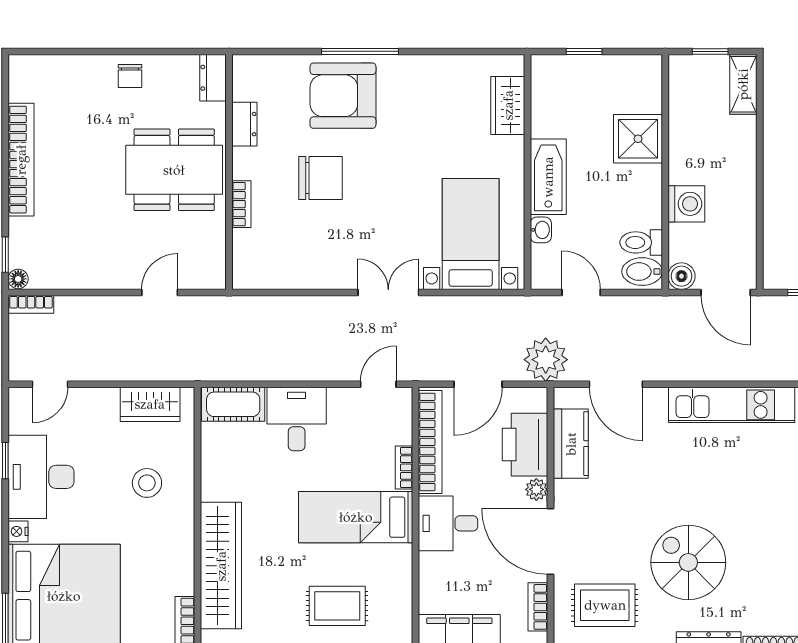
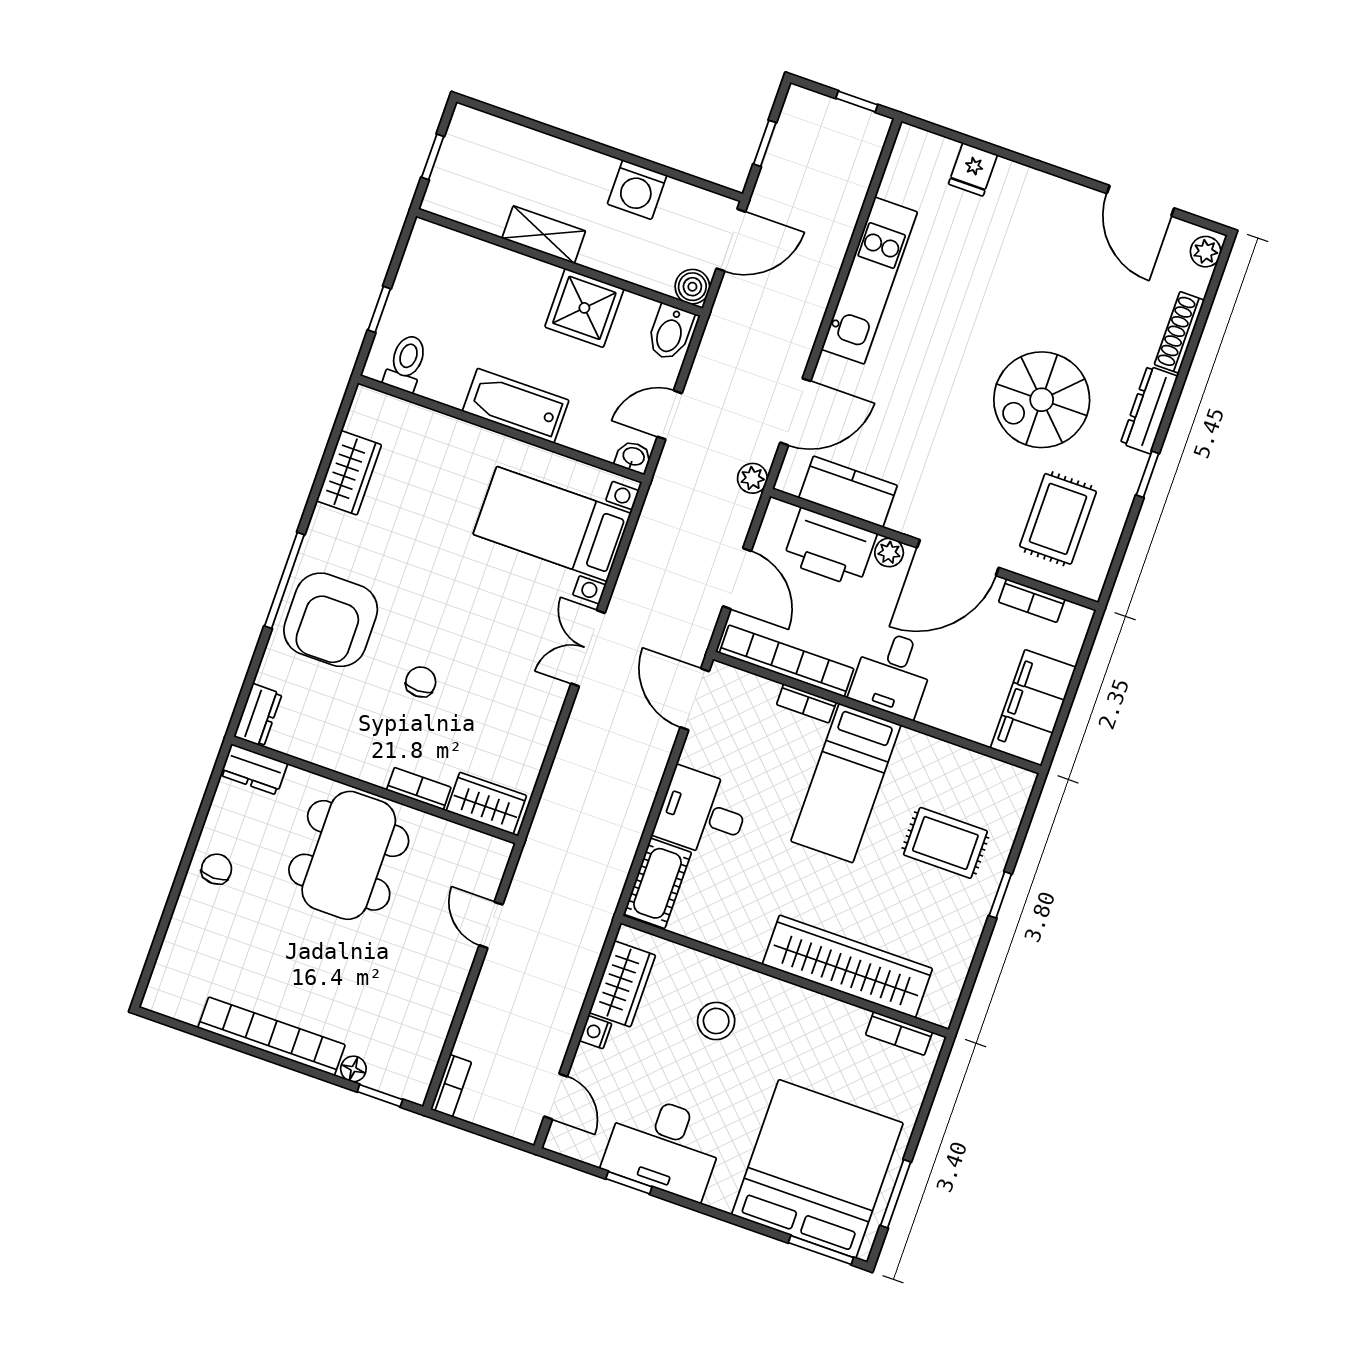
chair: (130, 76) -> (217, 869), turned -90
shelving: (743, 84) -> (544, 235), moved
wardrobe: (508, 105) -> (349, 473), moved, turned -90
dresser: (244, 124) -> (258, 715), moved, turned 90
shower: (638, 139) -> (584, 308), moved
chair: (320, 178) -> (421, 682), width x0.54, depth x0.54
washing machine: (686, 204) -> (637, 190), moved, turned 180
washbasin: (541, 230) -> (633, 457), moved
toilet: (641, 242) -> (406, 363), moved, turned 180
wardrobe: (248, 258) -> (486, 803), added
floor lamp: (18, 279) -> (353, 1069), moved
plant: (546, 360) -> (752, 478), width x0.53, depth x0.53
door: (378, 384) -> (695, 699), width x1.38
nightstand: (18, 531) -> (595, 1032), moved, turned 90
rug: (337, 606) -> (945, 843), turned 90

